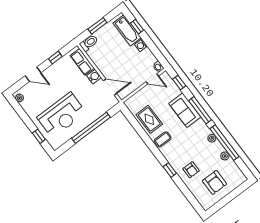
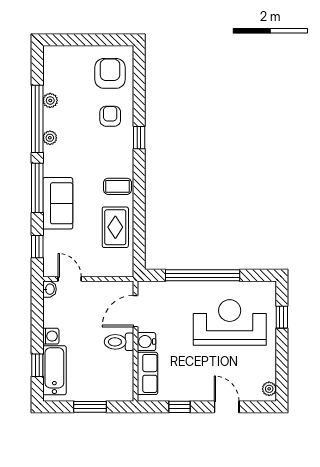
toilet: (89, 43) -> (119, 342), moved
door: (110, 87) -> (135, 311), hinge flipped
armchair: (214, 182) -> (110, 73), moved

